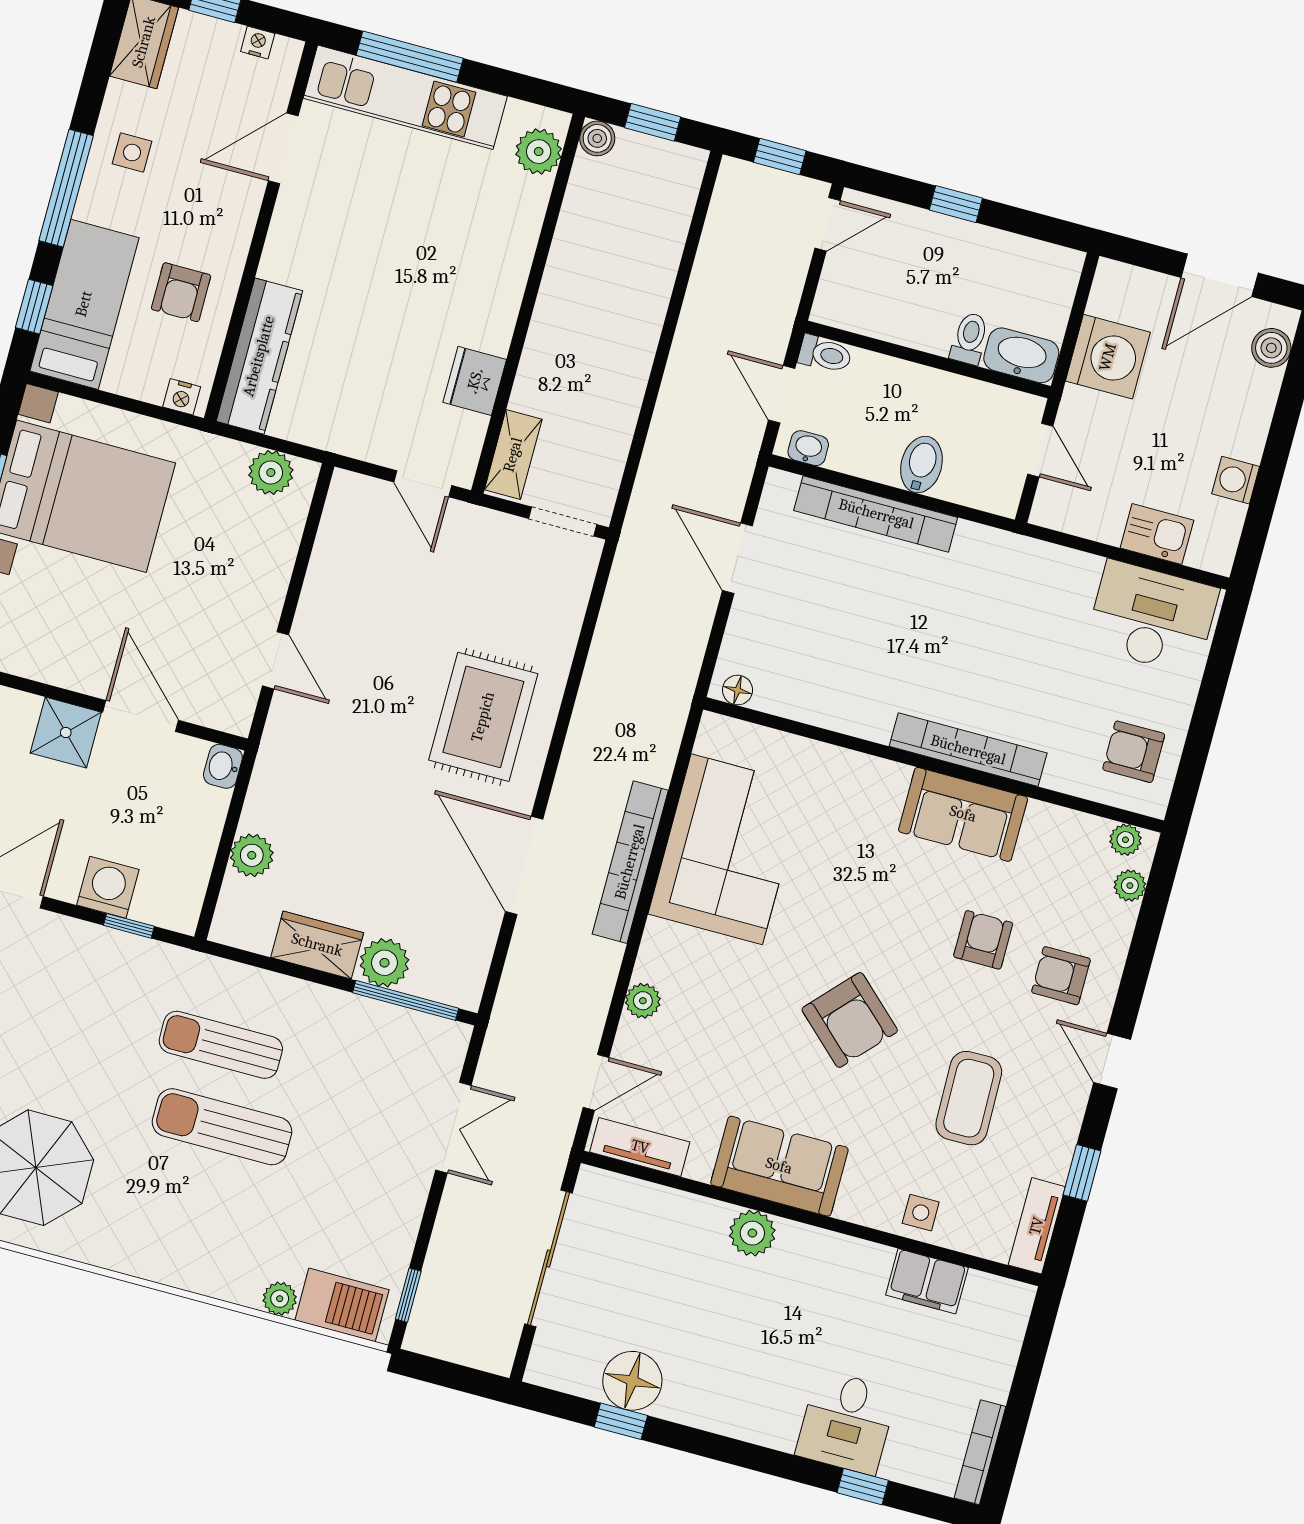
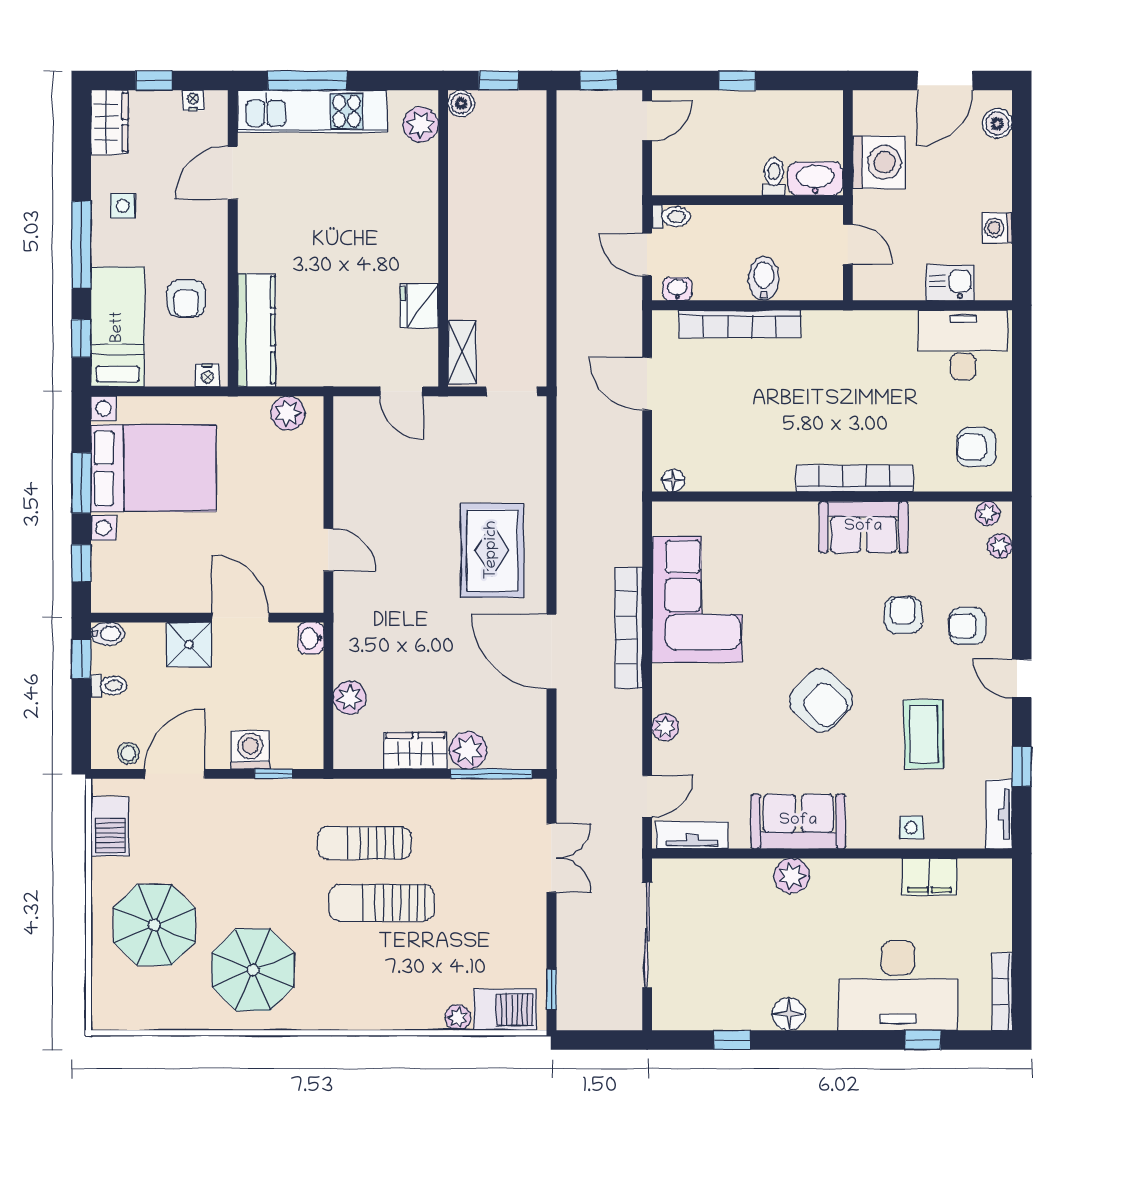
floor lamp: (632, 1381) -> (789, 1014), moved, width x0.73, depth x0.73
desk: (846, 1422) -> (898, 986), width x1.87, depth x1.30

